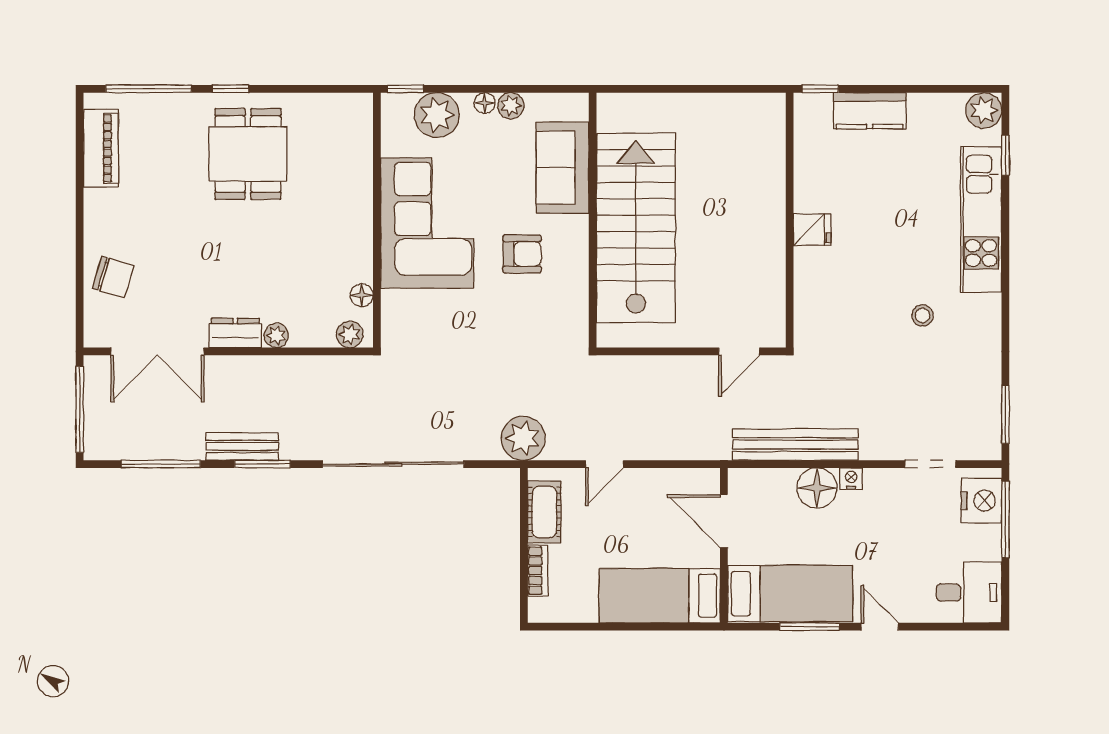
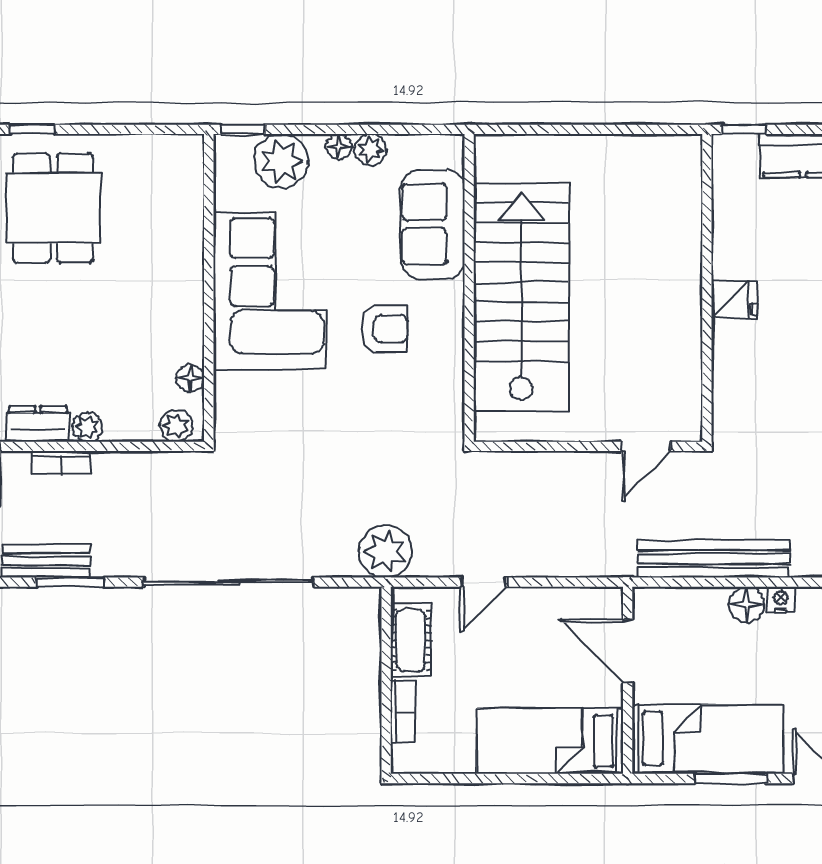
bookcase: (255, 365) -> (61, 462), added
floor lamp: (817, 488) -> (747, 604), width x0.73, depth x0.73

